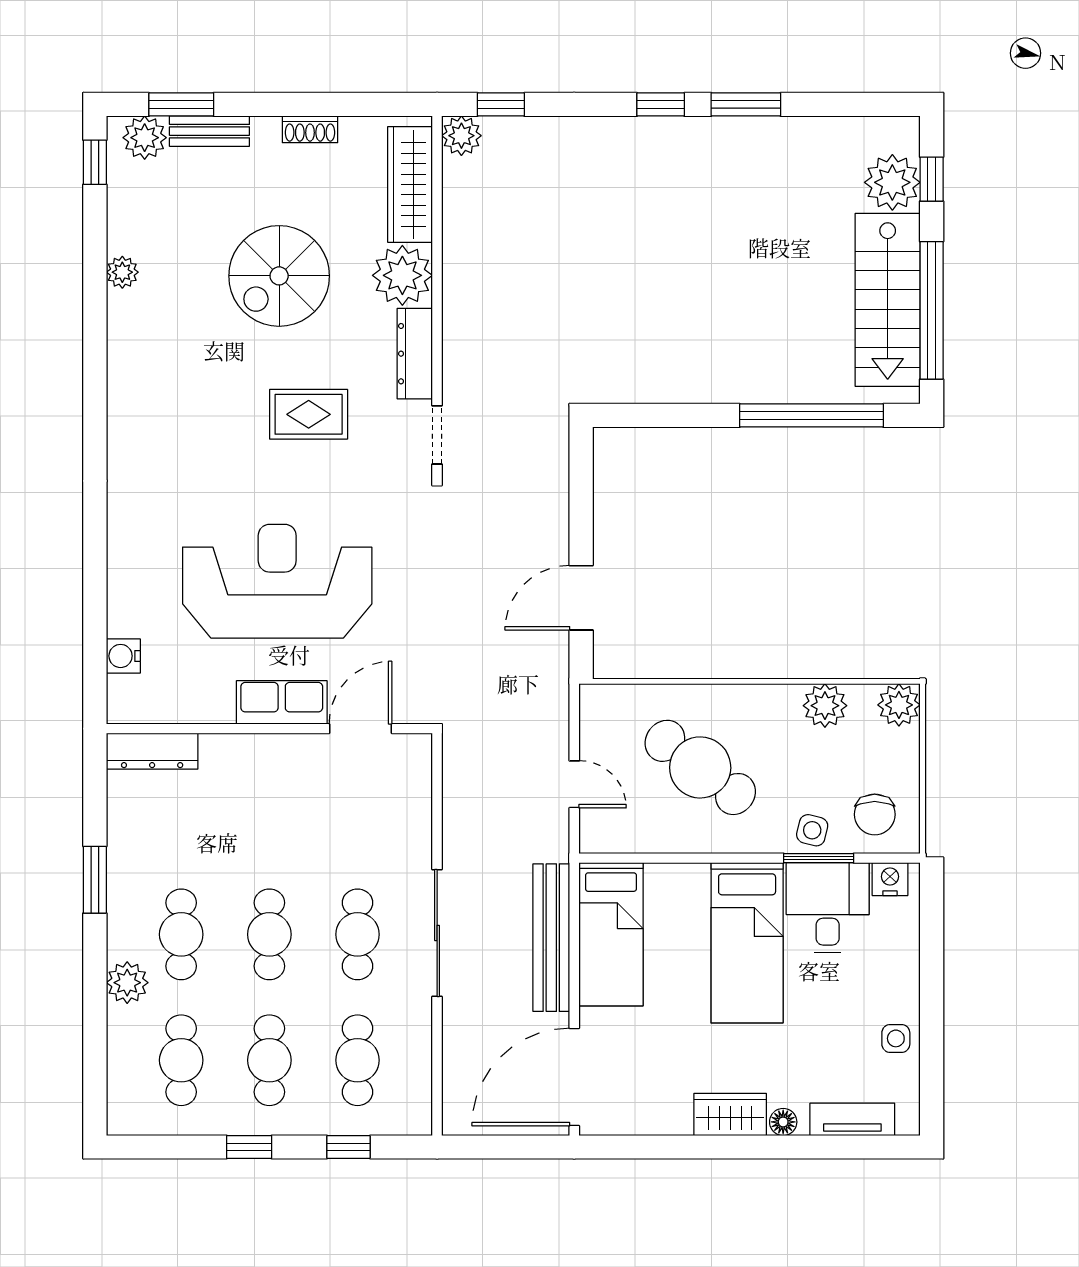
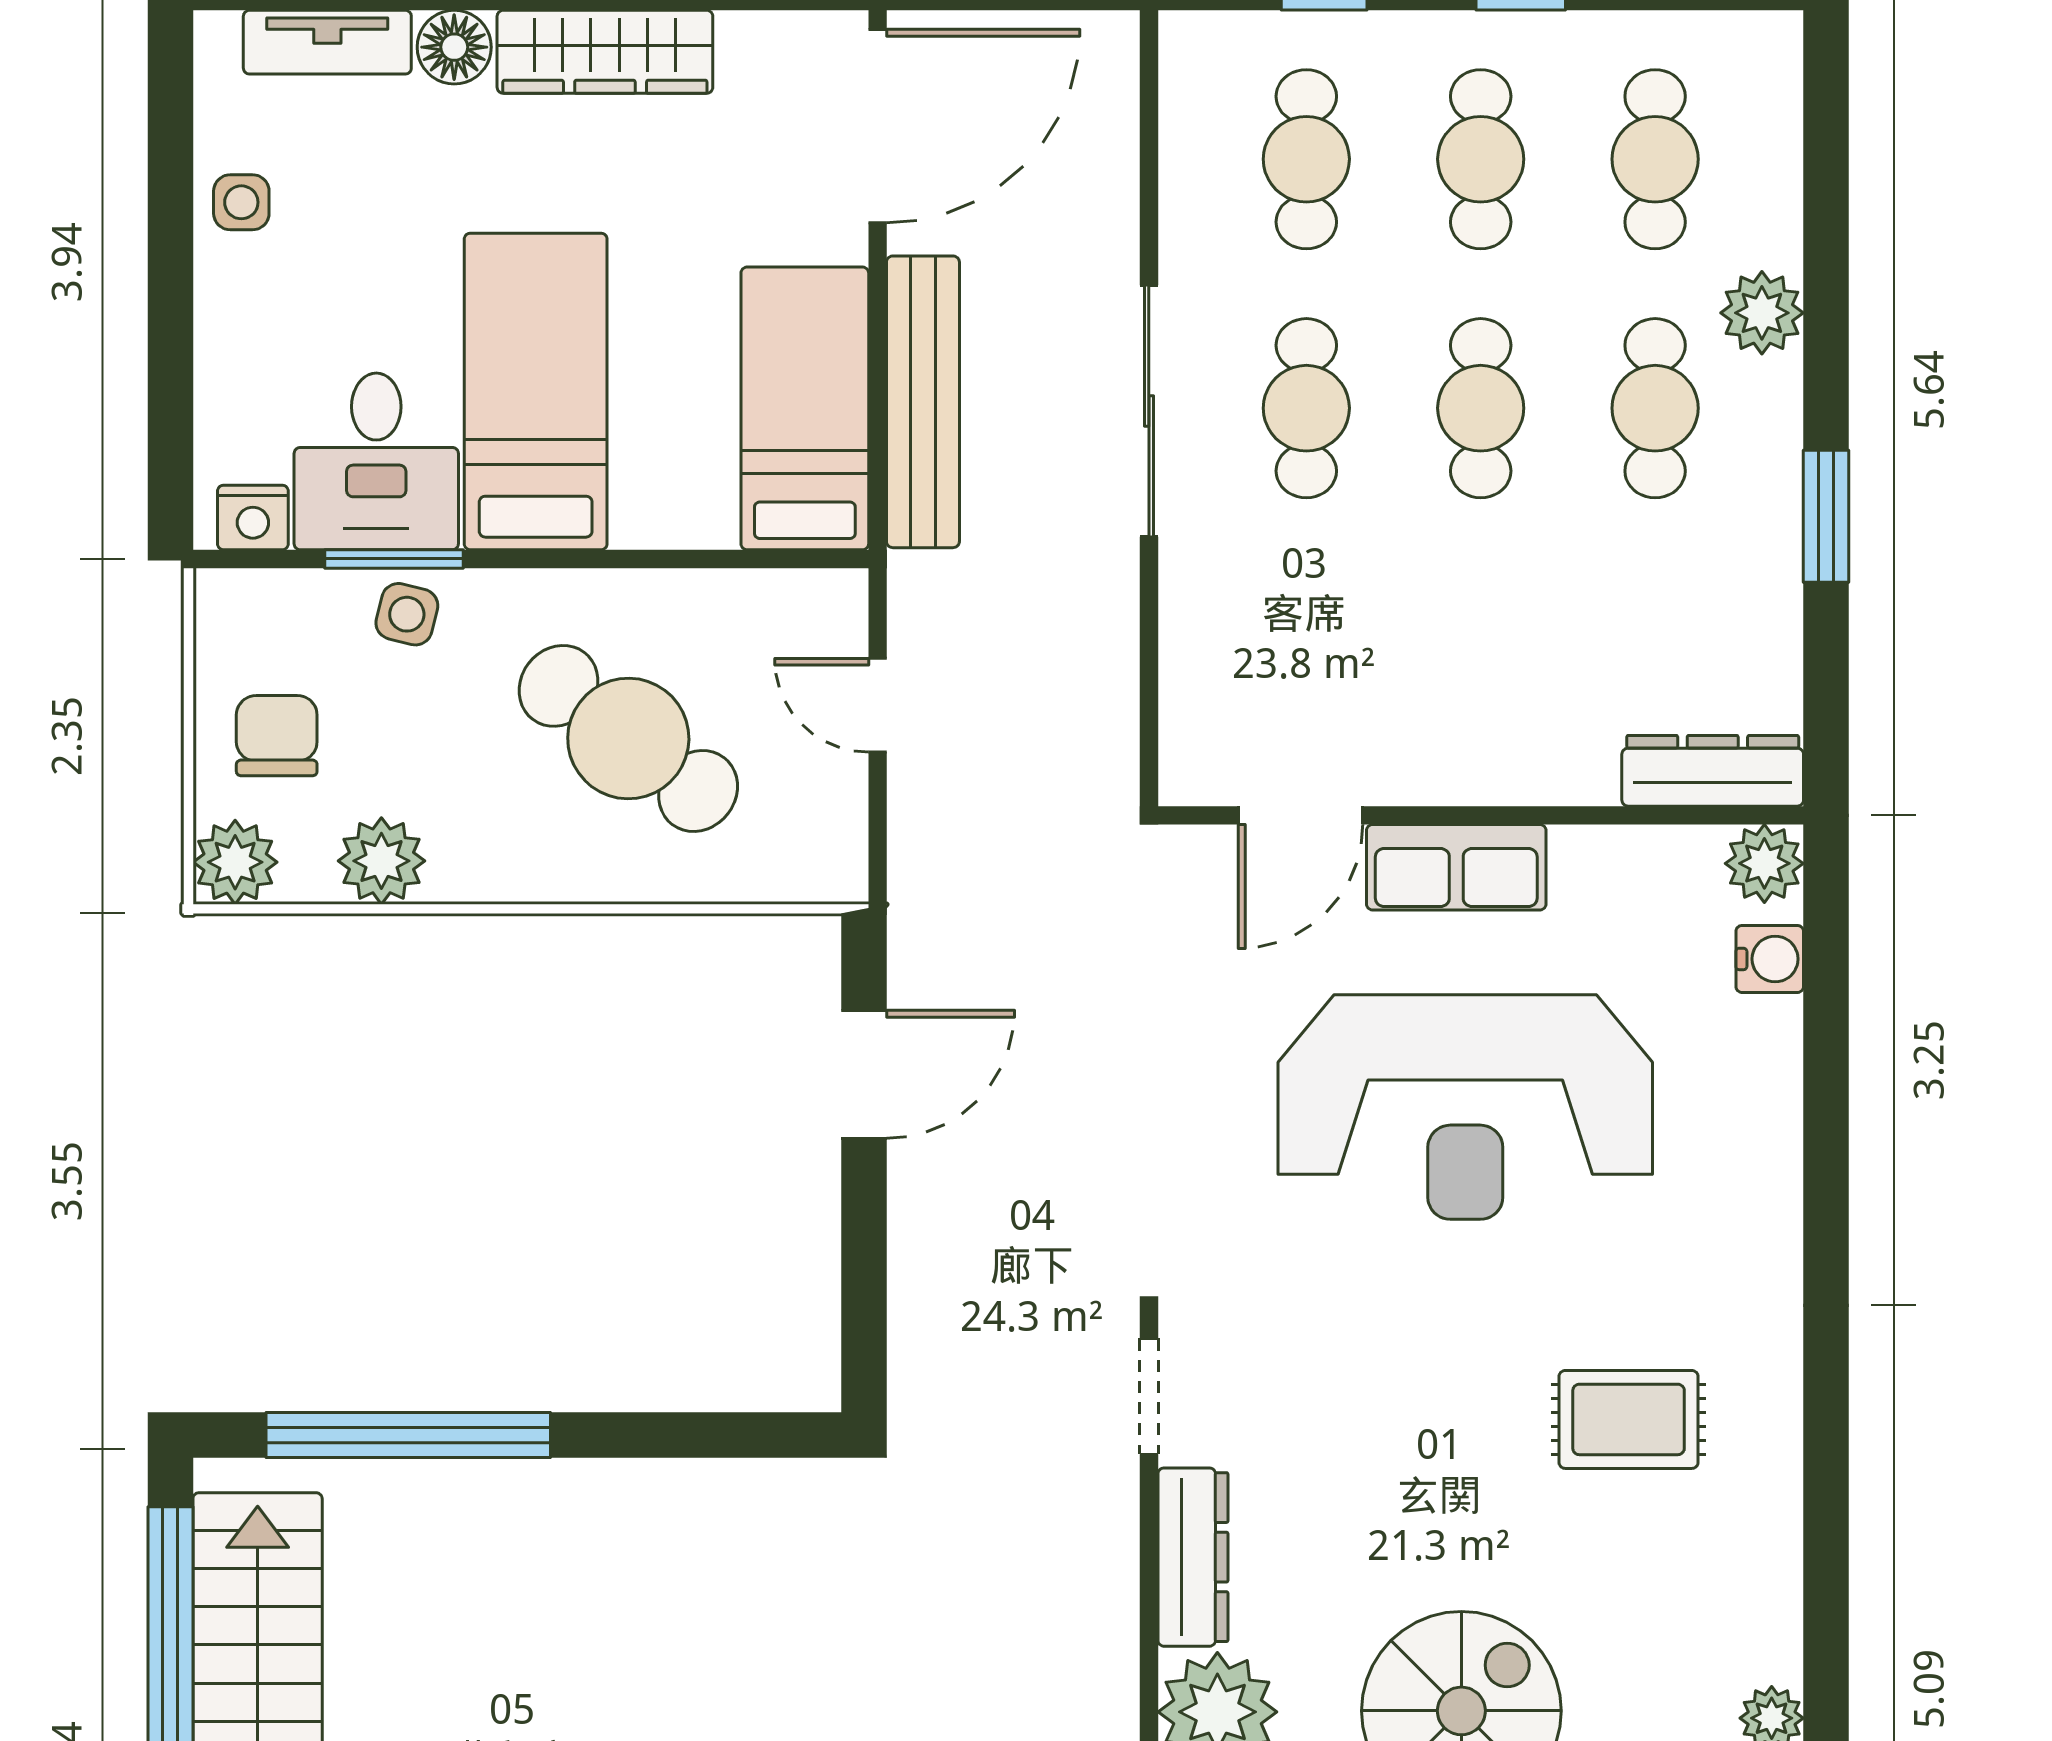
rug: (309, 414) -> (1629, 1419), moved
plant: (126, 704) -> (1764, 863), added
chair: (875, 814) -> (277, 736), moved
wardrobe: (730, 1115) -> (605, 52), width x1.50
floor lamp: (783, 1122) -> (454, 47), width x1.37, depth x1.37

